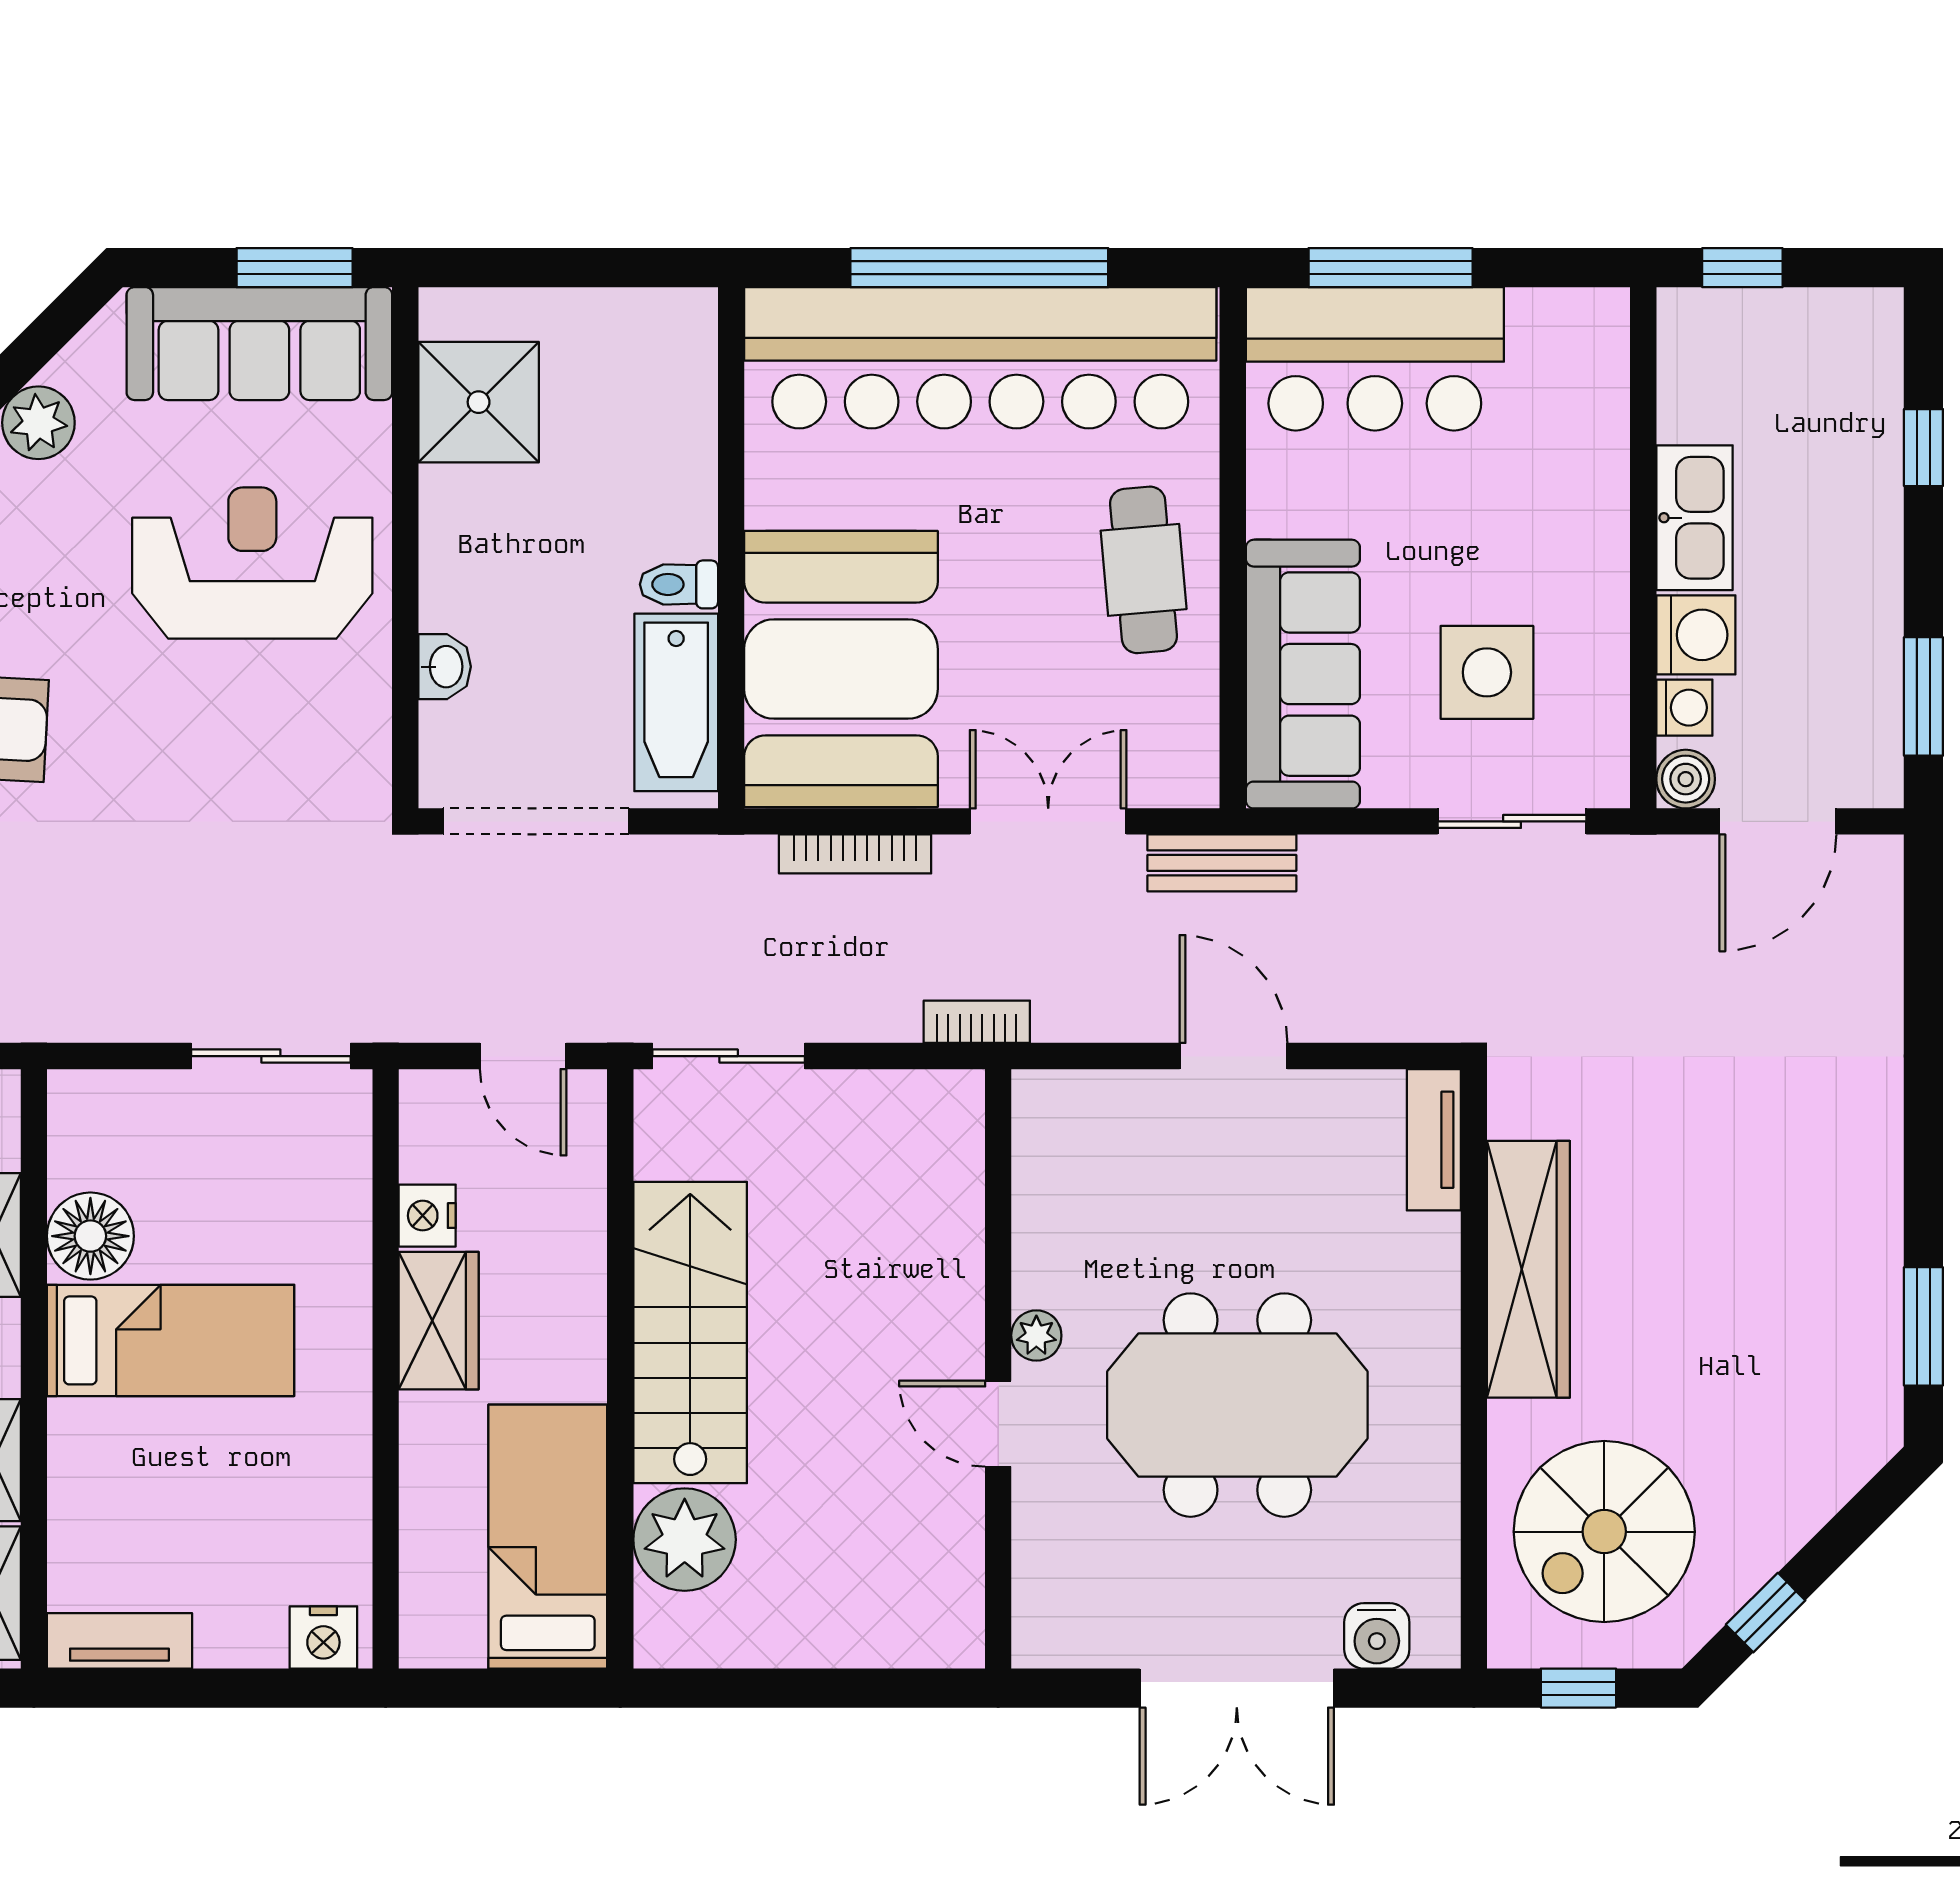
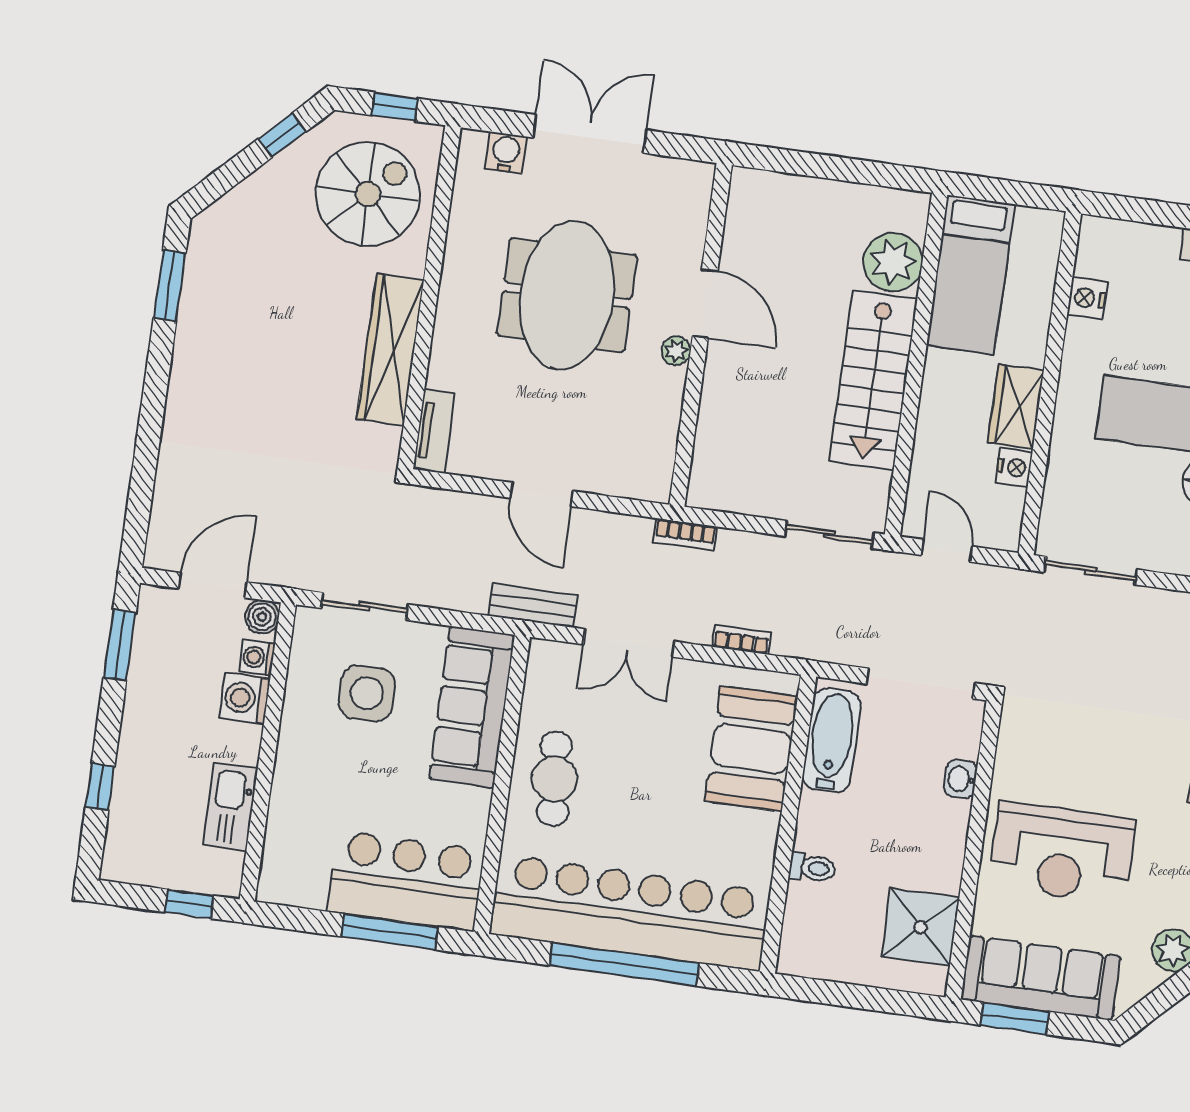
kitchen sink: (1694, 518) -> (230, 807), moved
toilet: (679, 584) -> (812, 868), moved
booth: (841, 669) -> (751, 749), width x0.73, depth x0.70
bookcase: (855, 854) -> (741, 640), width x0.64
meeting table: (1237, 1405) -> (567, 295), turned 90
door: (998, 1424) -> (705, 304), width x1.38
nightstand: (323, 1637) -> (1087, 298), moved, turned -90

